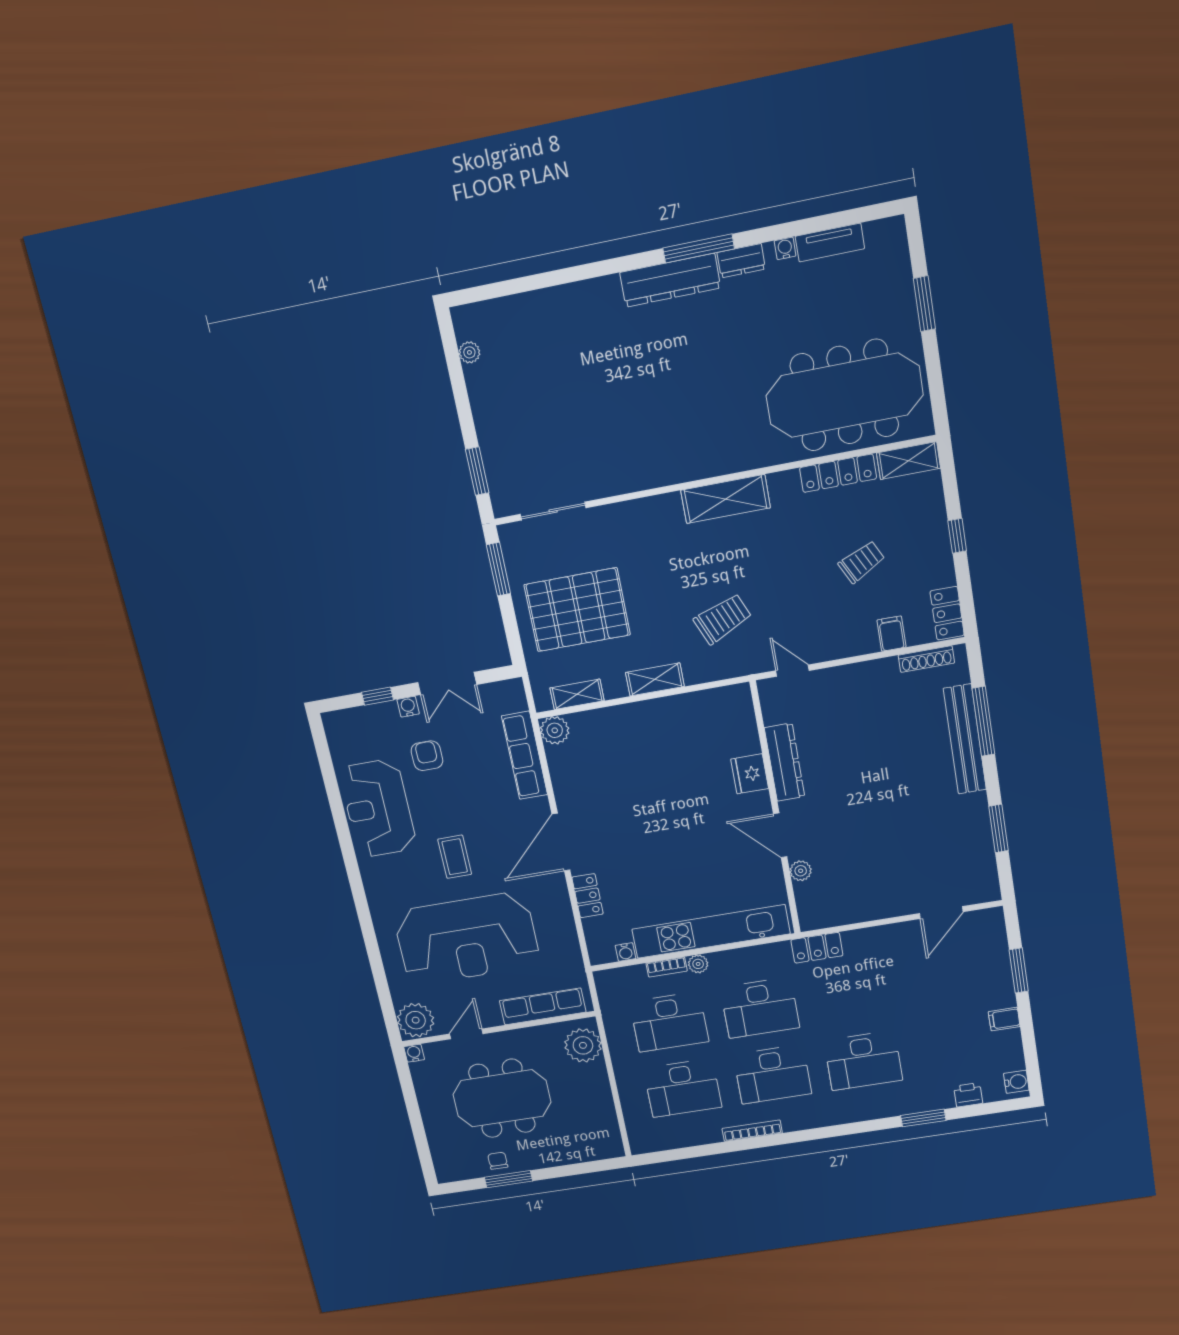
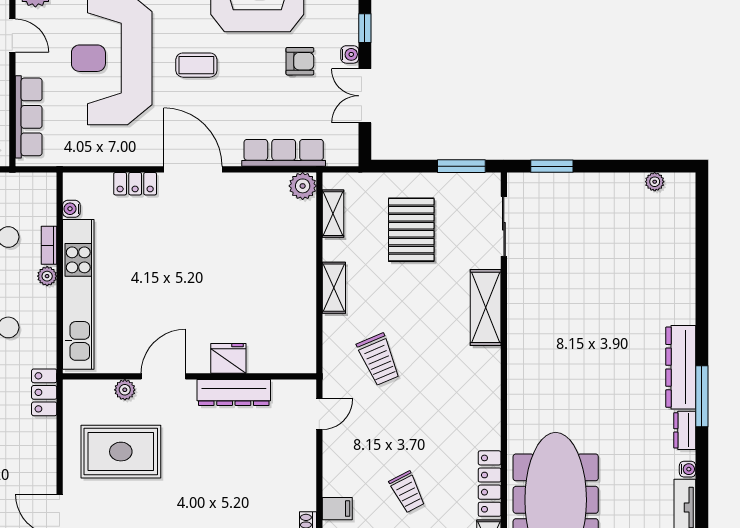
shelving: (726, 499) -> (486, 307), moved
pallet: (577, 610) -> (411, 230), width x0.73, depth x0.71
rug: (866, 864) -> (121, 452), added

